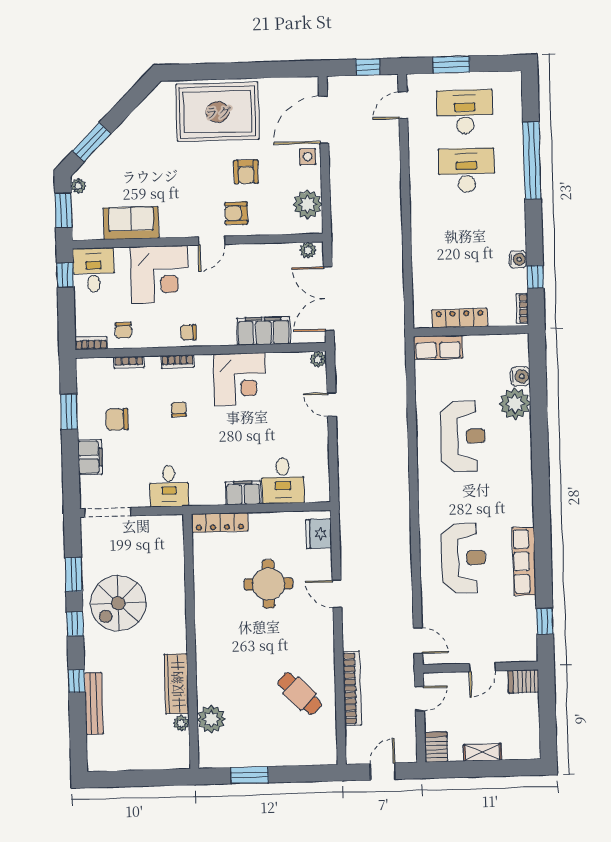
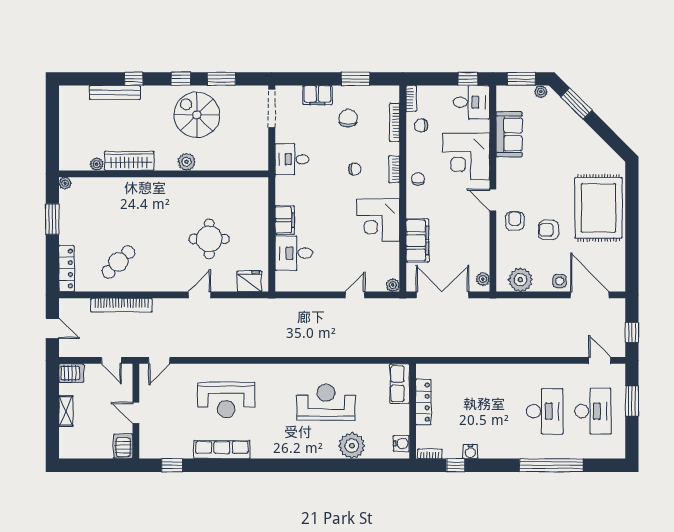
bookcase: (129, 362) -> (395, 122), width x1.56
water cooler: (520, 376) -> (401, 443), moved, turned -90
reception desk: (463, 436) -> (326, 402), turned 180
locker: (220, 523) -> (67, 269), moved, turned 180
plant: (176, 614) -> (186, 162), added
plant: (211, 719) -> (65, 183), moved, width x0.53, depth x0.53

